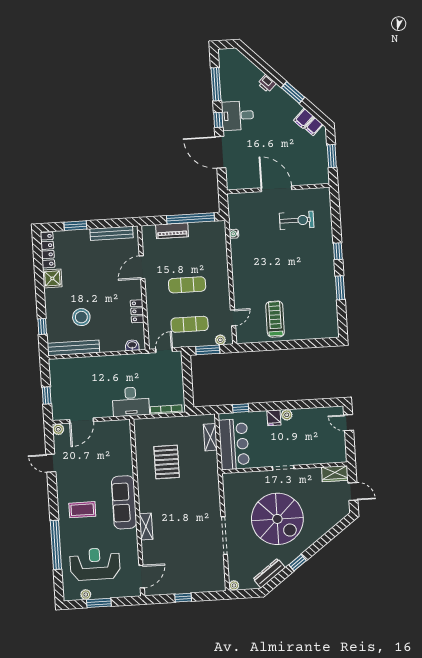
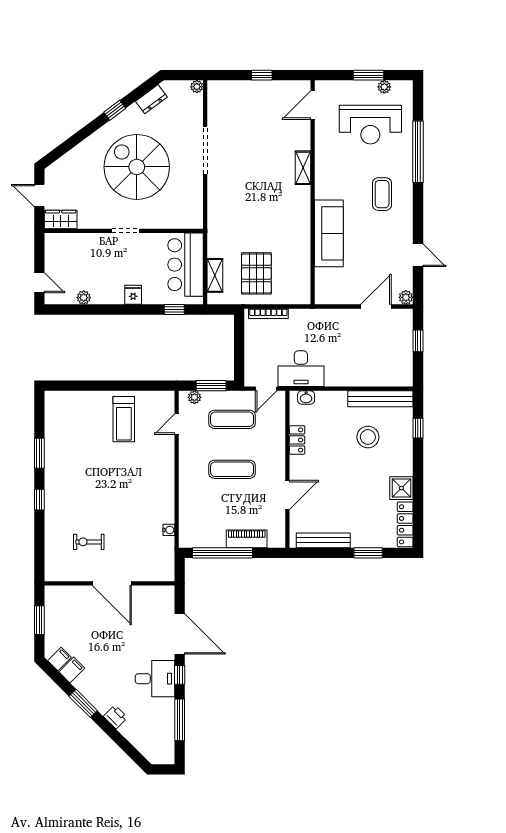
exercise bike: (297, 220) -> (89, 542), width x0.73, depth x0.72
desk: (131, 402) -> (301, 369), moved, turned 180
plant: (287, 415) -> (84, 298), moved
pallet: (167, 462) -> (256, 273), moved
sofa: (124, 502) -> (329, 233), moved
coffee table: (82, 510) -> (382, 194), turned 90
dresser: (269, 573) -> (151, 99), width x0.70

